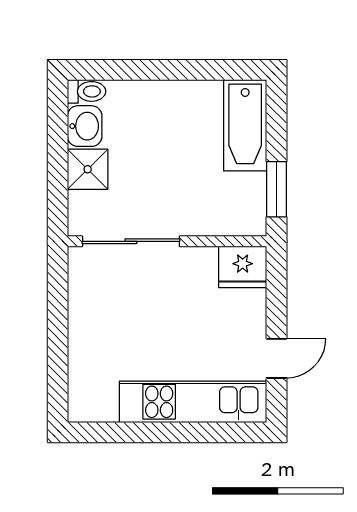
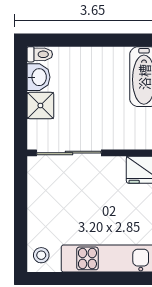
stool: (89, 397) -> (41, 255), added

